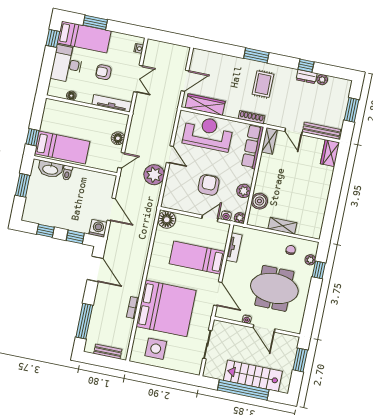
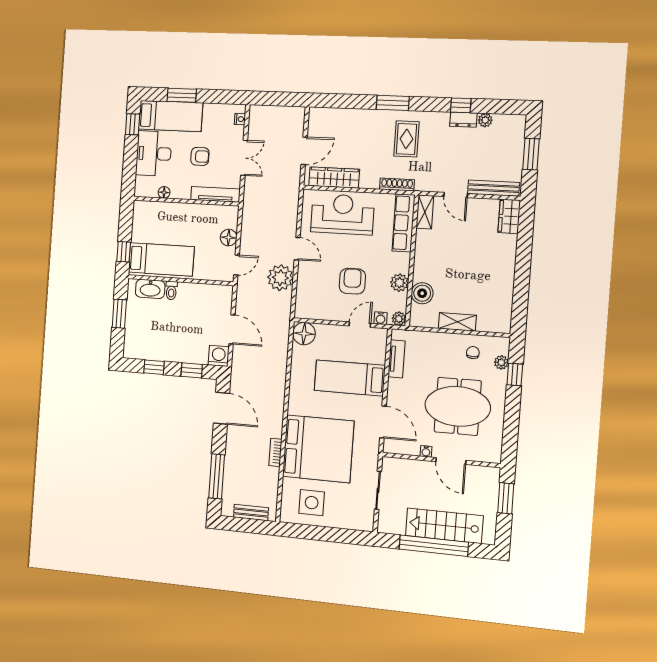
armchair: (104, 72) -> (200, 156), turned 180

